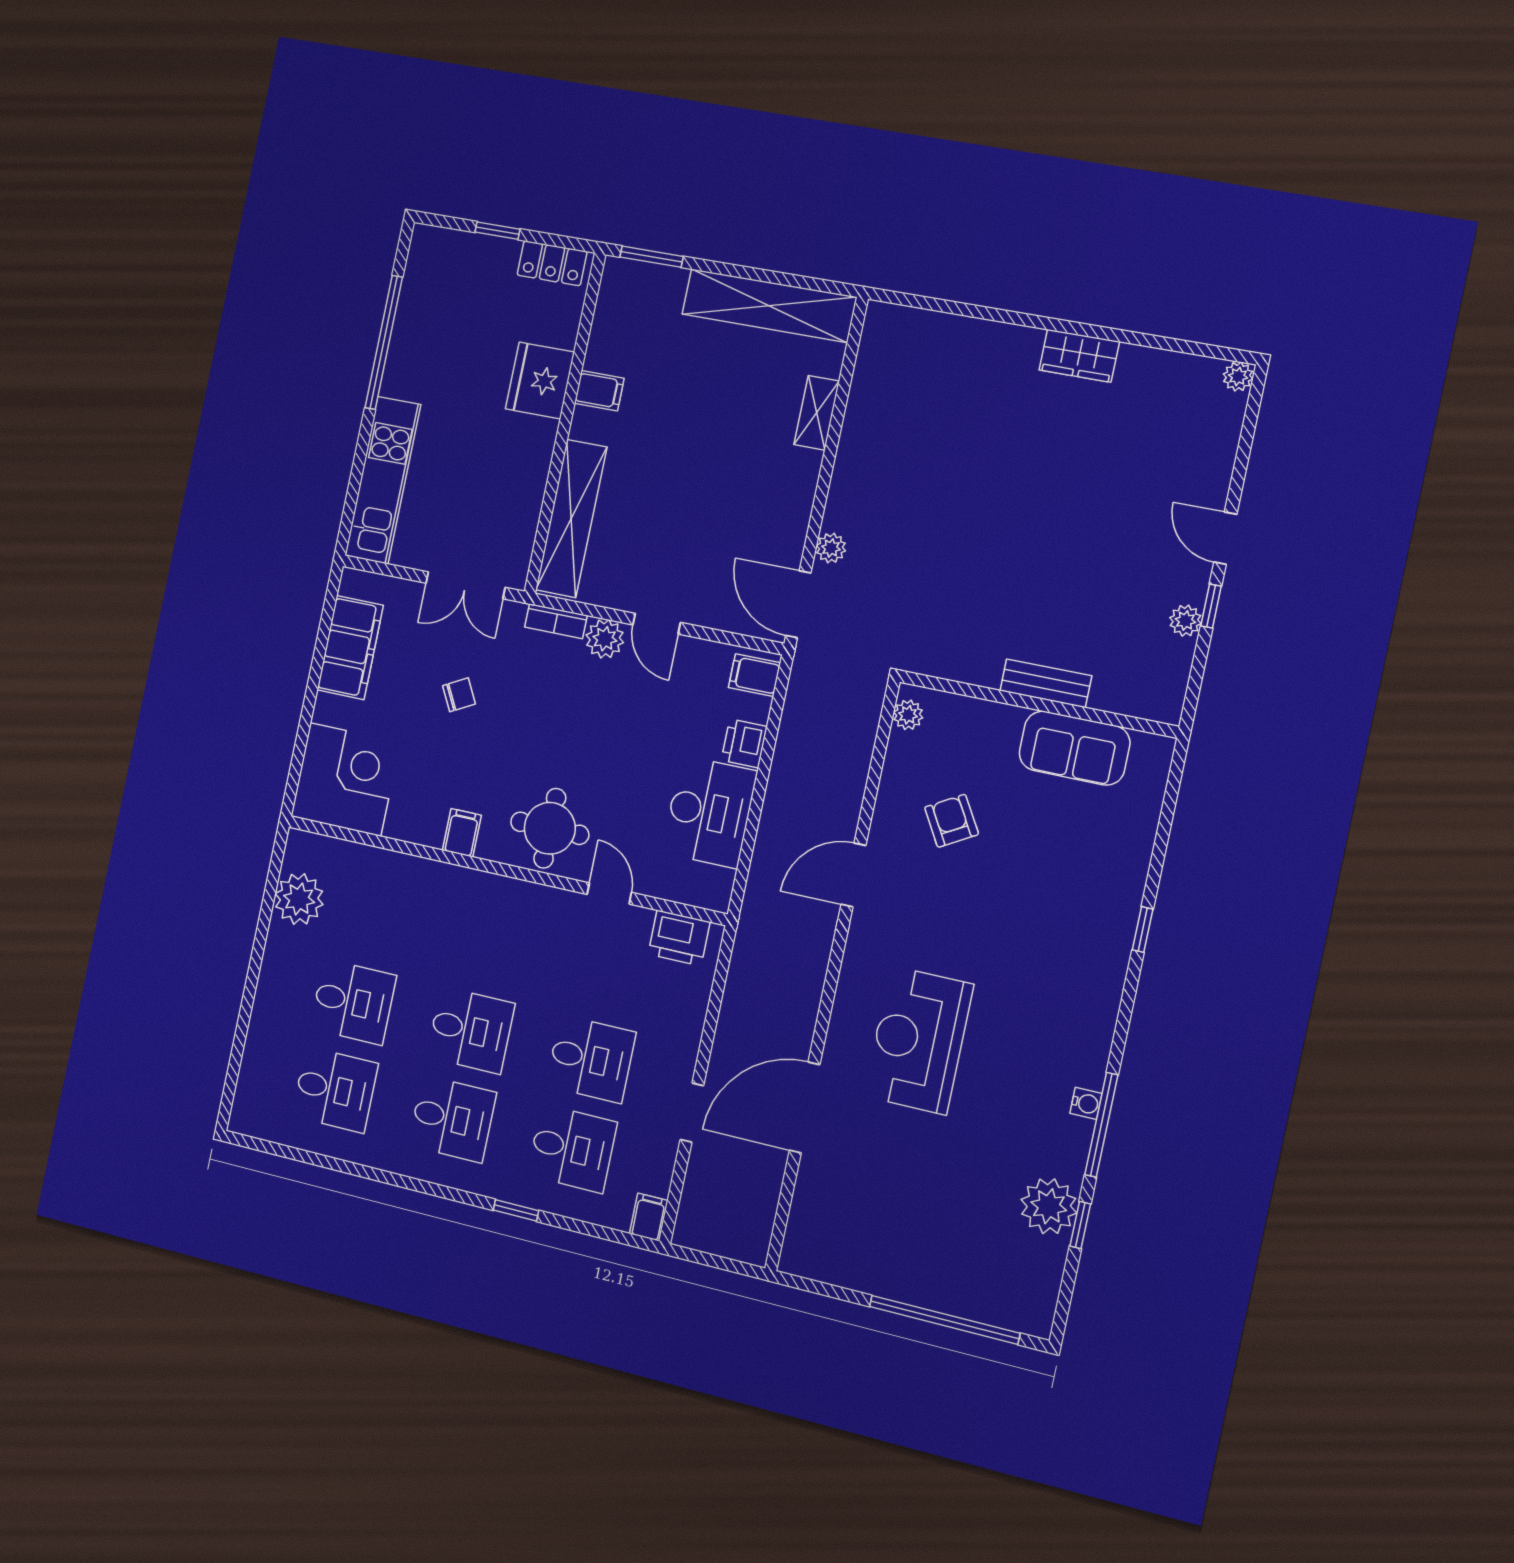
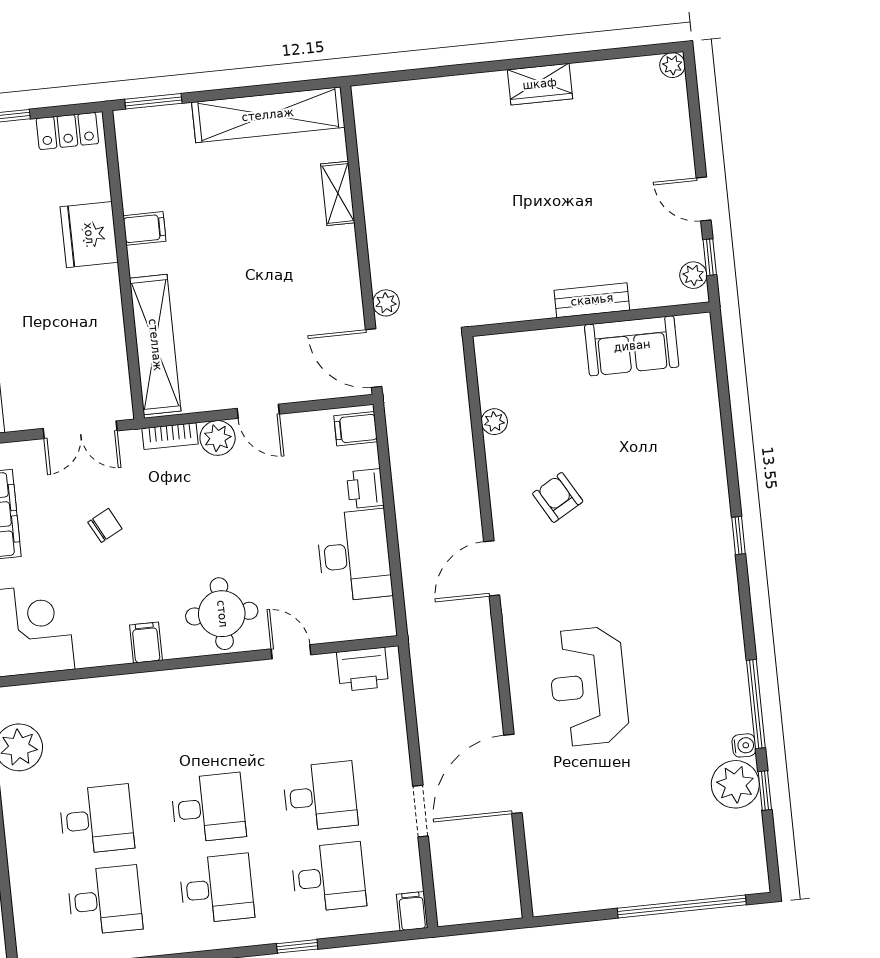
bench: (1046, 683) -> (592, 300), moved
wall: (1038, 704) -> (591, 319), moved
sofa: (1074, 748) -> (632, 346), moved
water cooler: (1086, 1103) -> (744, 745), moved

